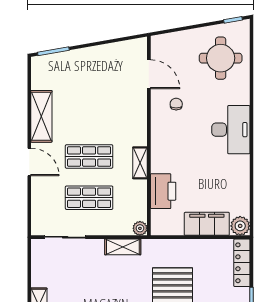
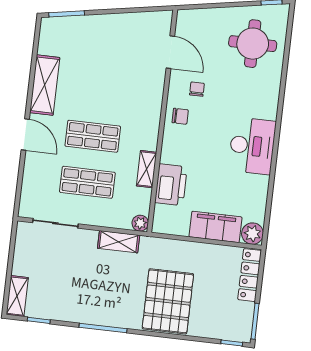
chair: (164, 130) -> (180, 116), added
desk: (231, 130) -> (252, 146), moved
shelving: (140, 163) -> (147, 169), moved

